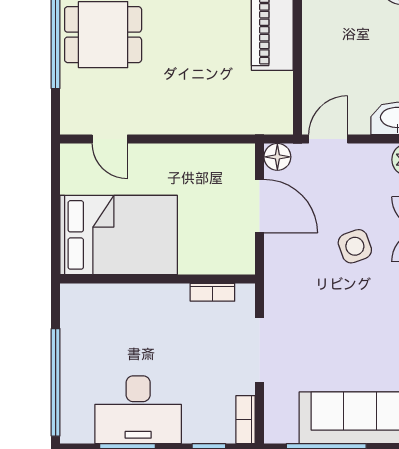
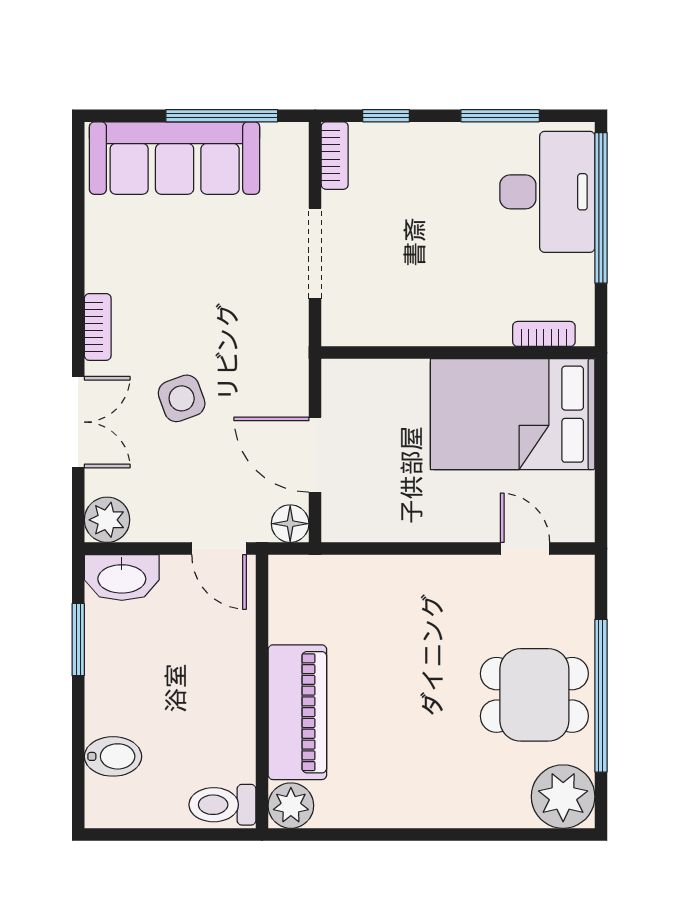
door: (328, 139) -> (219, 549), hinge flipped
bookcase: (212, 292) -> (544, 334), moved
desk: (138, 410) -> (547, 192), moved, turned 90

